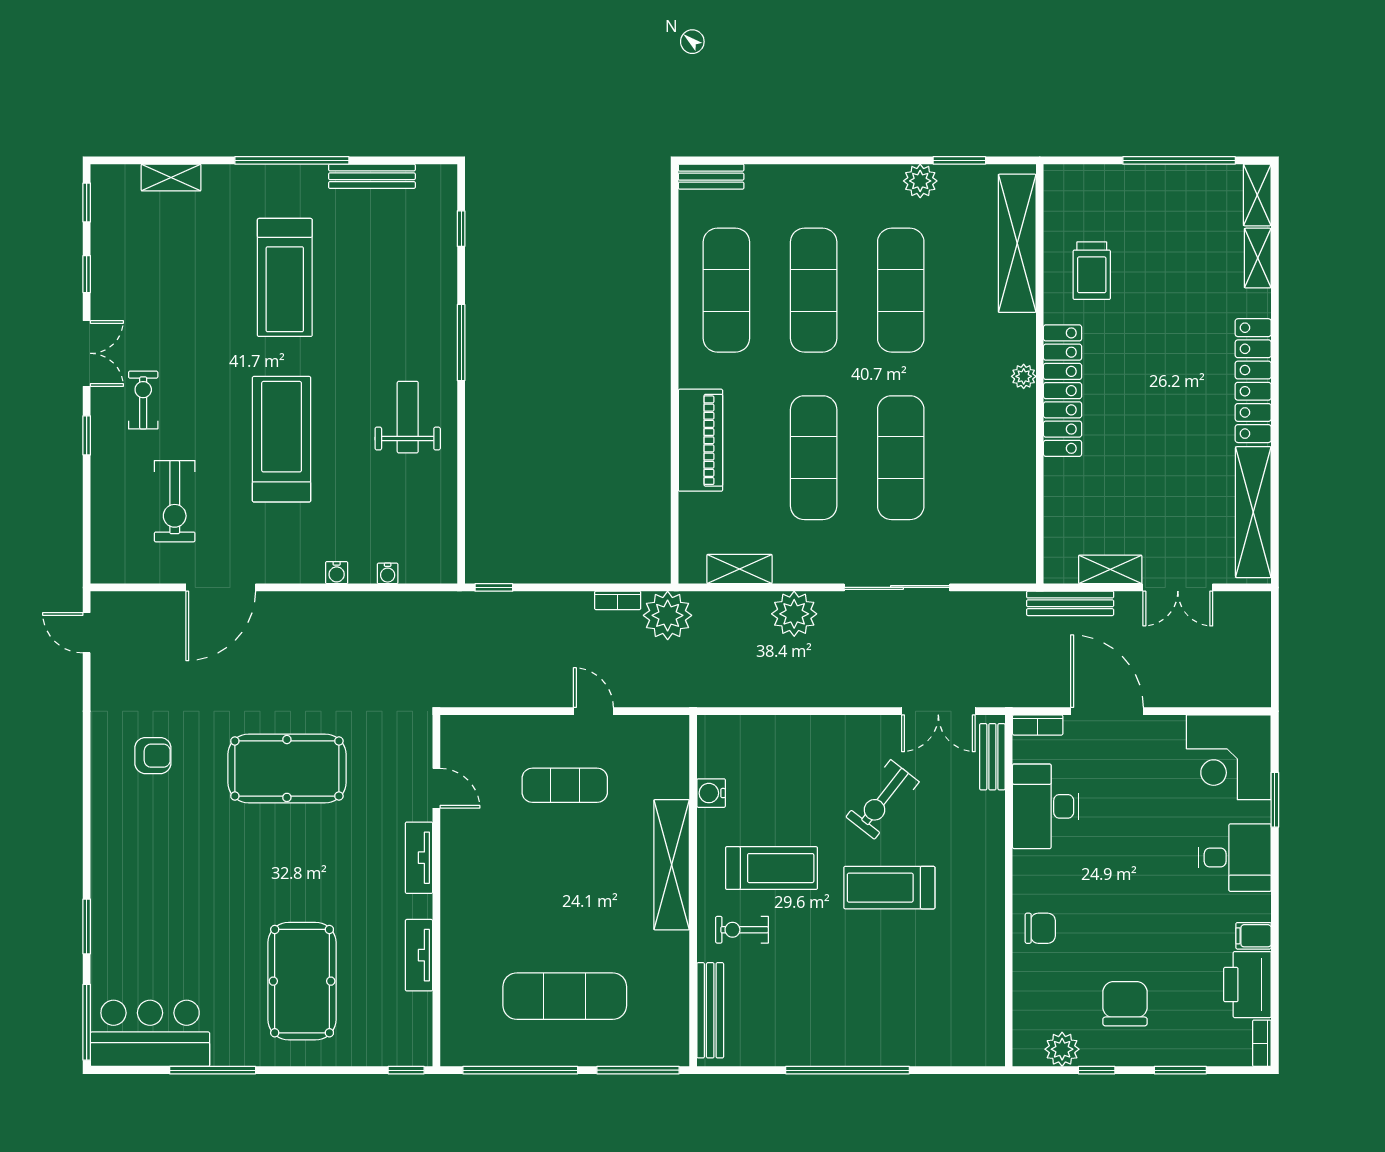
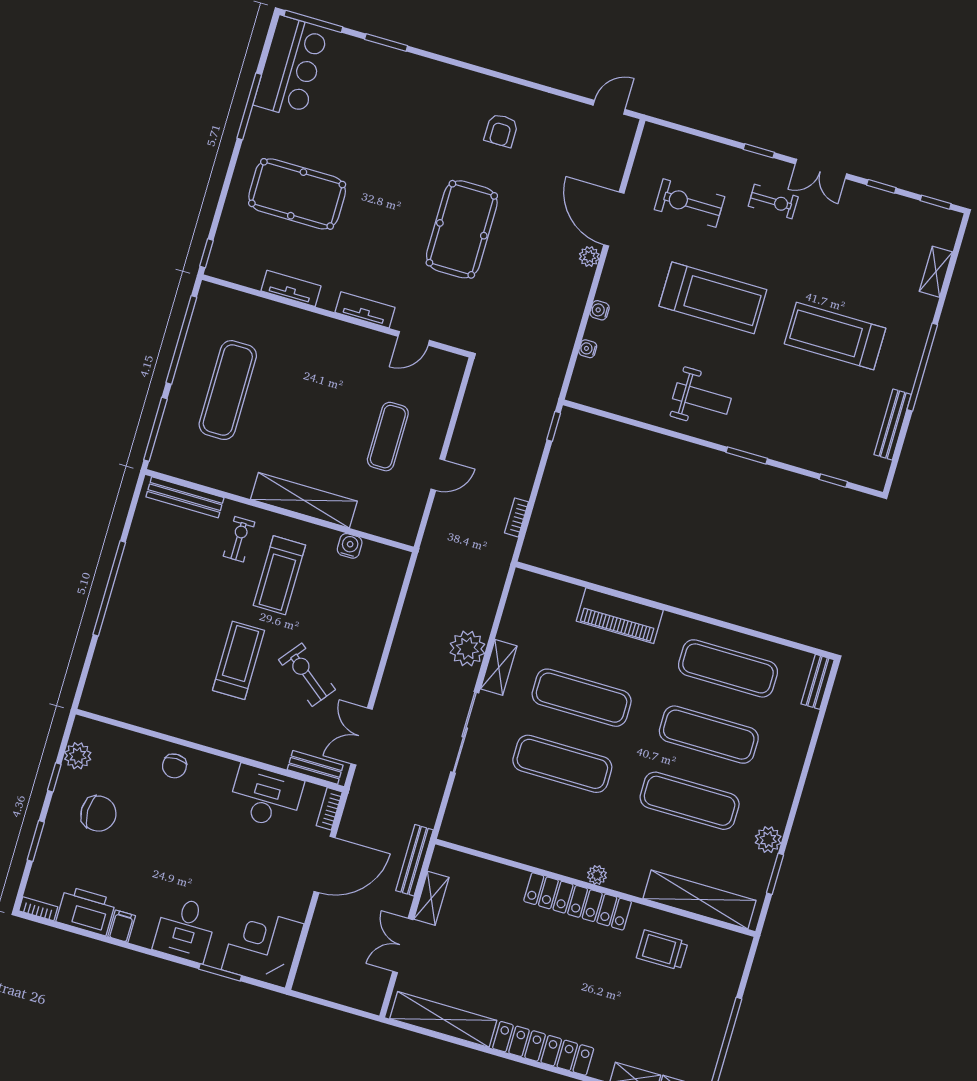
window: (461, 343) -> (747, 455), width x0.69
shelving: (739, 569) -> (499, 667), moved
plant: (668, 615) -> (589, 257), moved, width x0.53, depth x0.53

